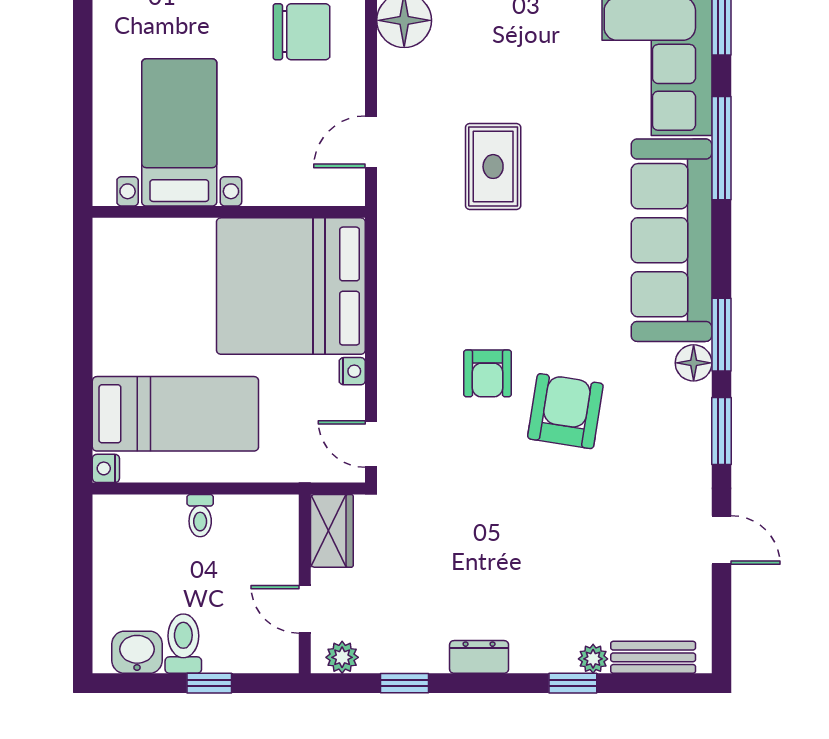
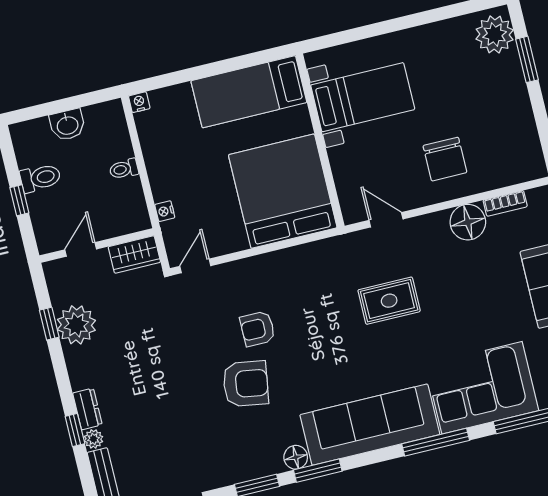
nightstand: (352, 371) -> (165, 211), moved, turned 90
bed: (175, 414) -> (249, 92), moved, turned 90
washbasin: (137, 652) -> (67, 125), moved, turned 90
plant: (342, 657) -> (76, 325), moved, width x1.87, depth x1.87
dresser: (479, 657) -> (87, 409), moved

